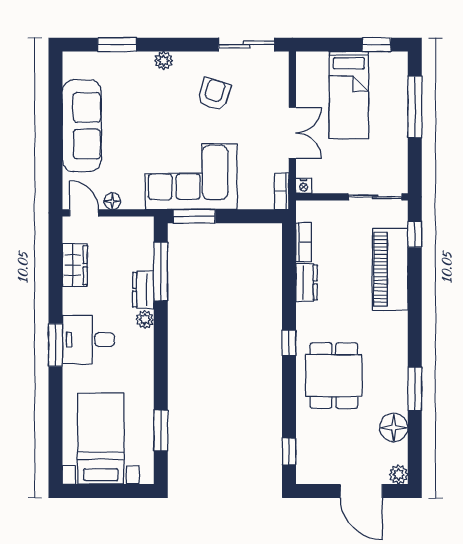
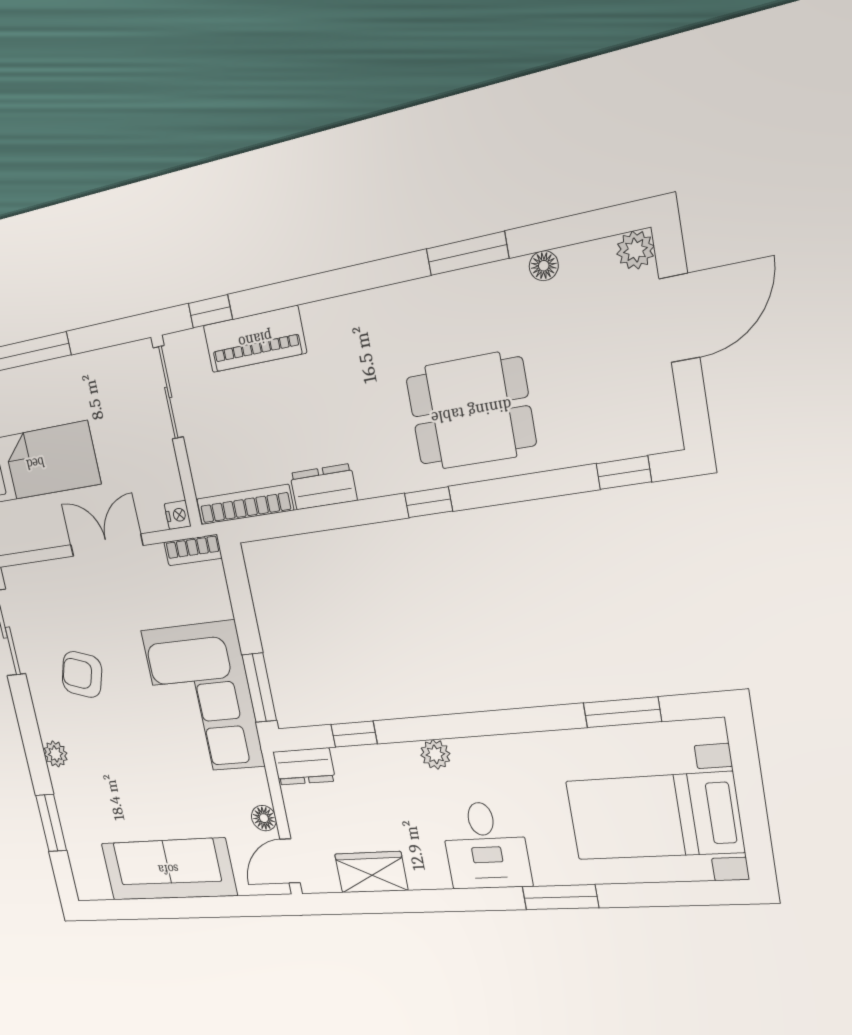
bookcase: (304, 242) -> (245, 505), width x1.56
piano: (390, 269) -> (255, 339), width x0.73, depth x0.75
window: (161, 272) -> (354, 734), width x0.46
dresser: (143, 290) -> (304, 766), moved
window: (55, 345) -> (560, 897), moved
floor lamp: (394, 428) -> (544, 266), width x0.53, depth x0.53

